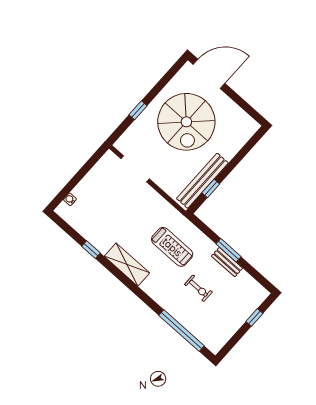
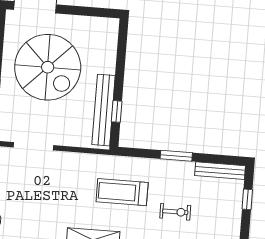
treadmill: (172, 247) -> (122, 192), turned 180
bench: (227, 262) -> (220, 171), moved, width x1.36

